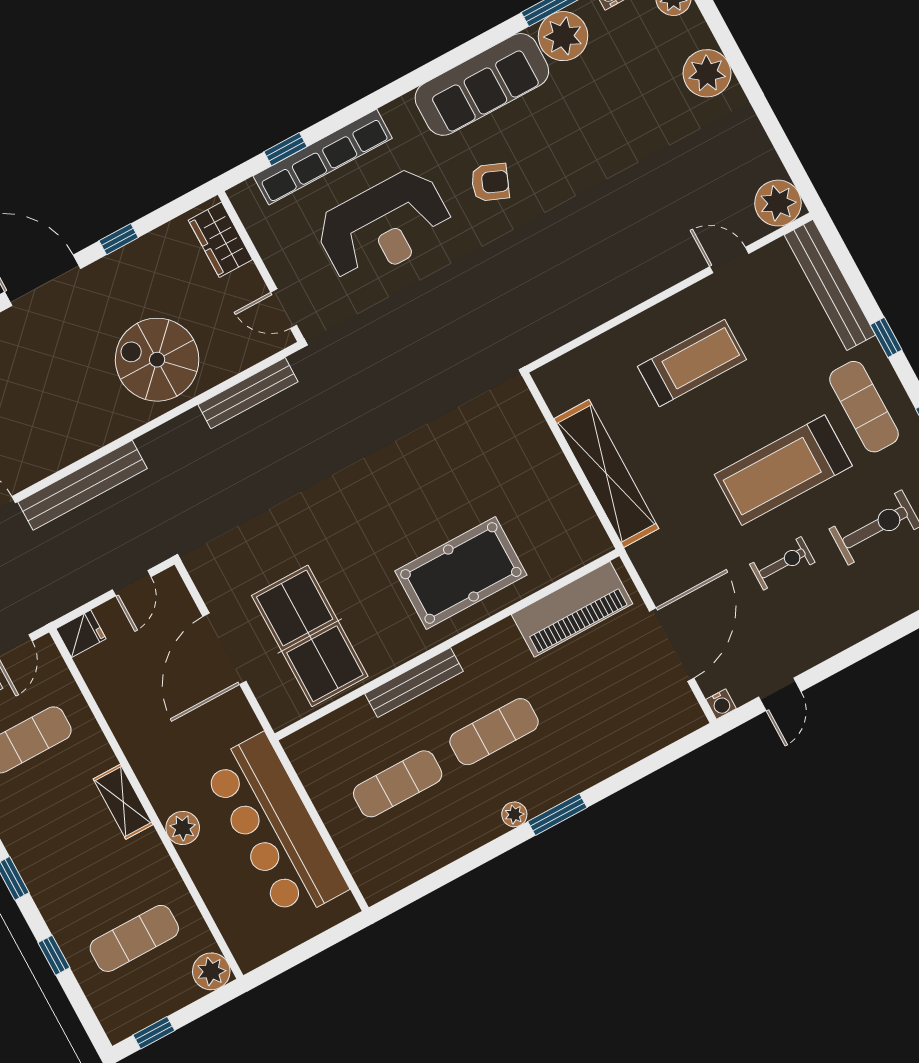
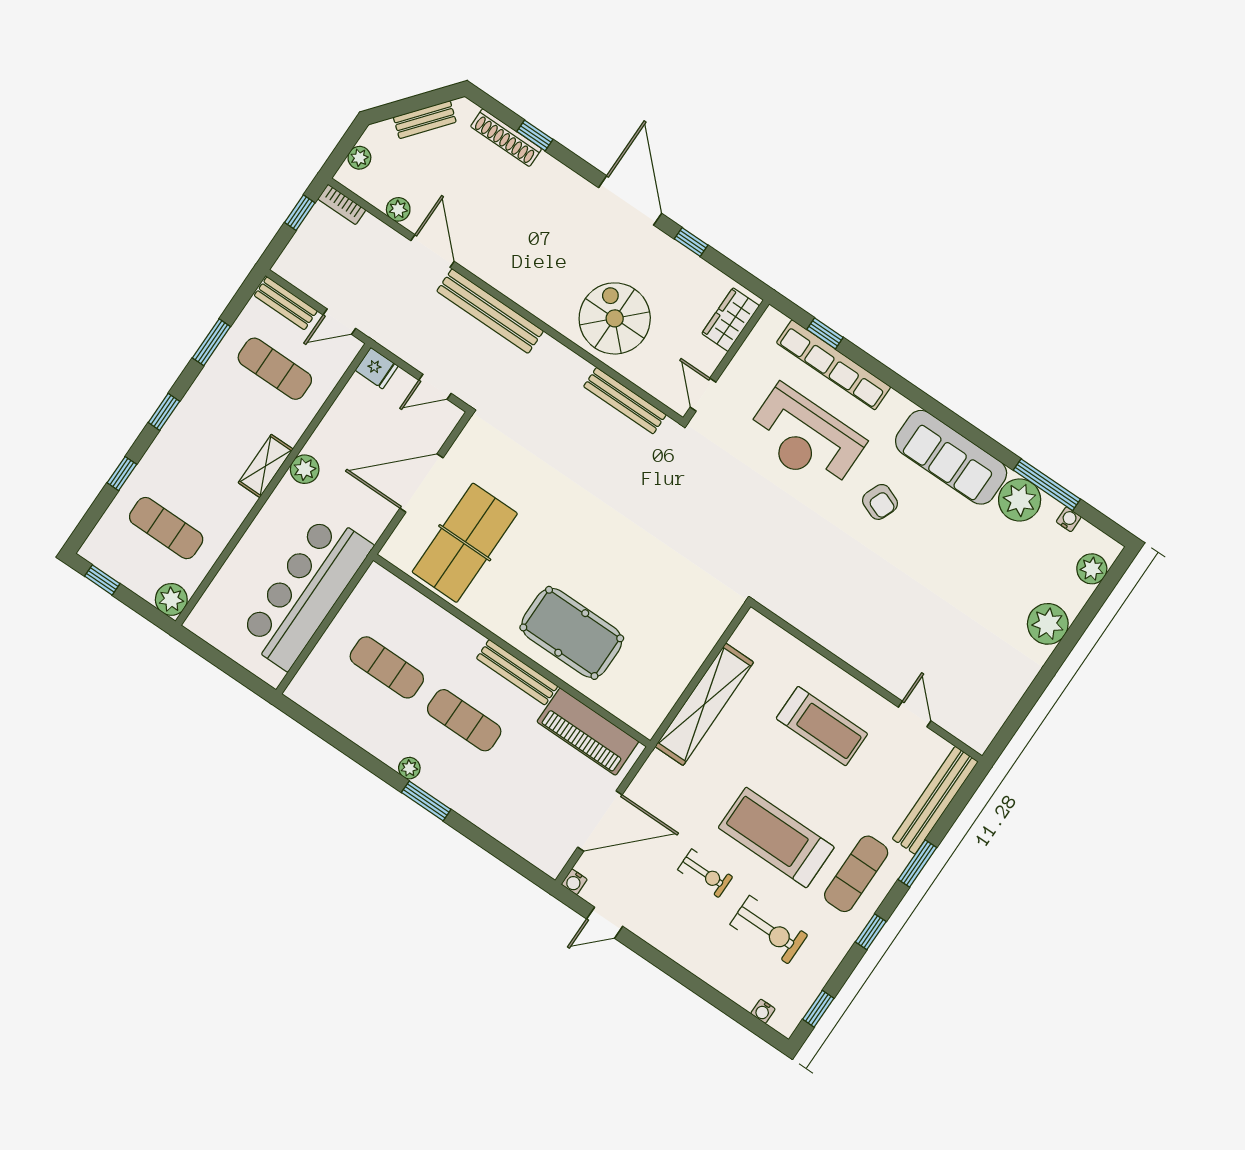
plant: (778, 203) -> (977, 729), removed
window: (886, 337) -> (917, 863), width x1.50
bench: (414, 683) -> (517, 672), moved
plant: (183, 828) -> (305, 469), moved

